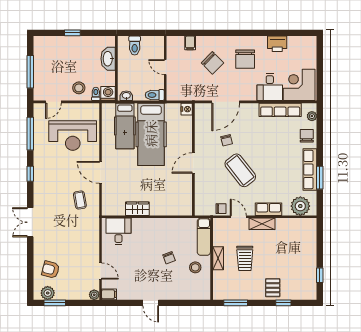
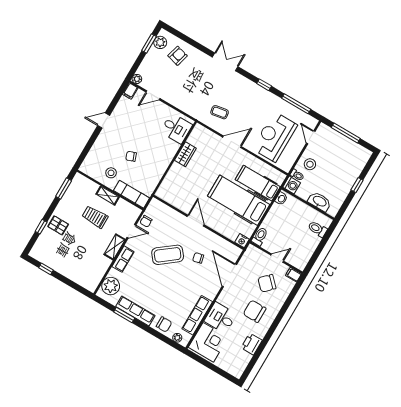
door: (165, 67) -> (277, 258), moved
wall: (165, 68) -> (276, 257), moved
toilet: (155, 95) -> (260, 236), moved

